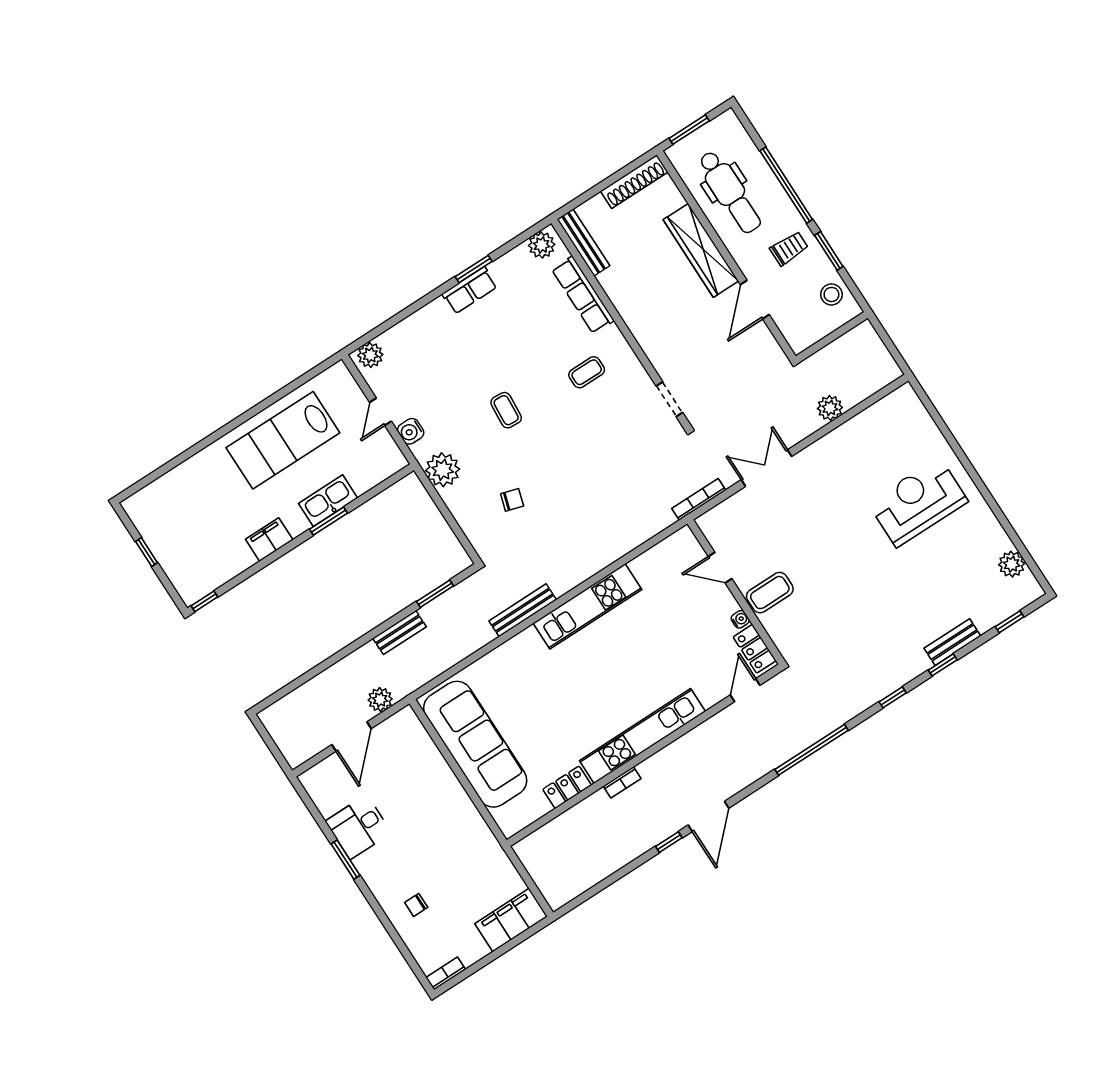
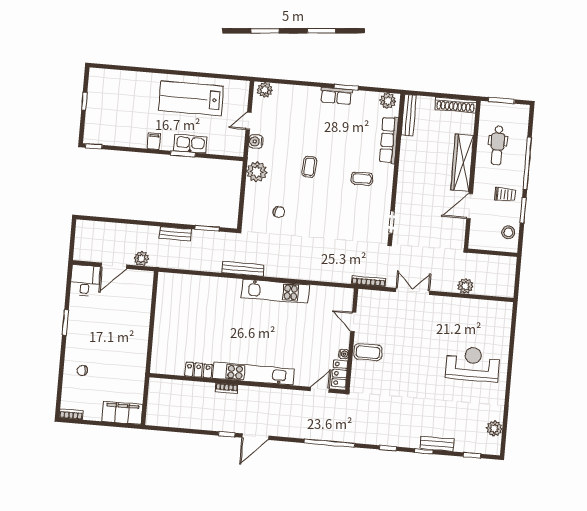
dental chair: (730, 192) -> (498, 145), width x0.73, depth x0.72
filing cabinet: (269, 539) -> (154, 141), width x0.50
sofa: (475, 744) -> (170, 315), removed
desk: (358, 827) -> (85, 281), moved, turned 90

